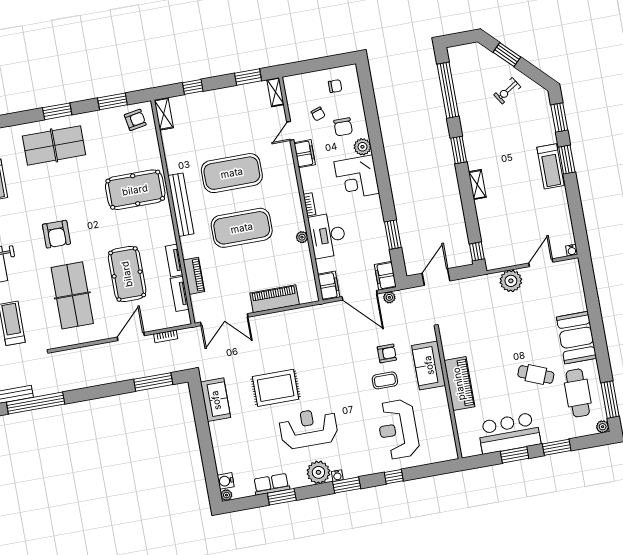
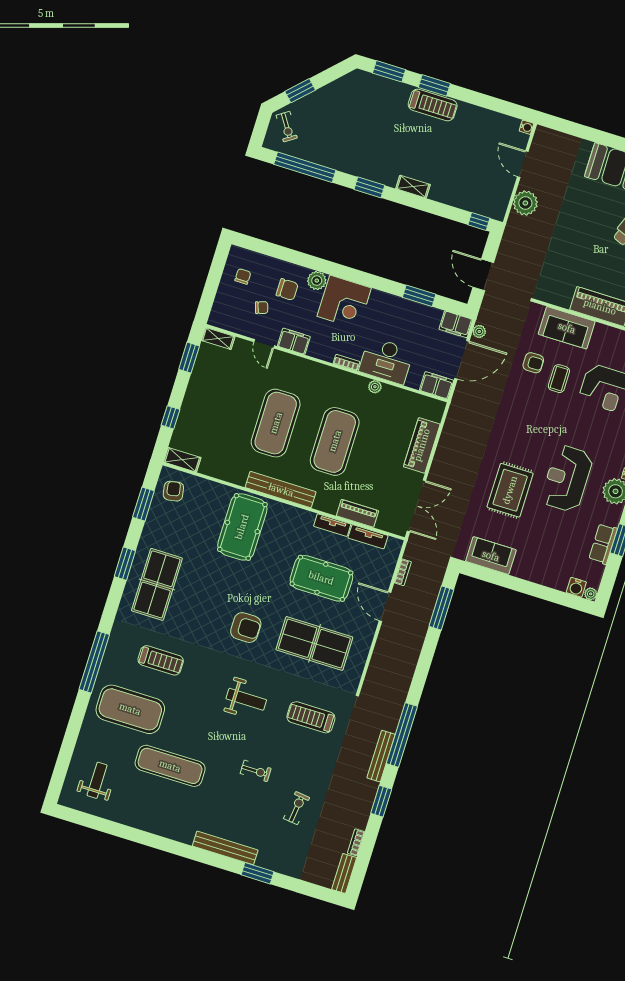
exercise bike: (507, 91) -> (287, 127), moved
armchair: (387, 353) -> (533, 363), turned 90

